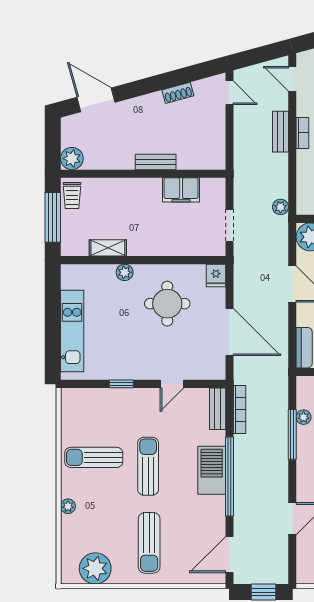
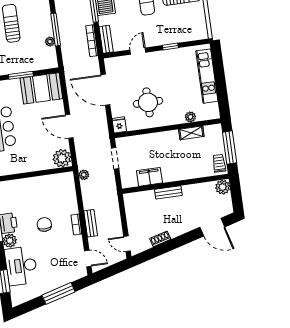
plant: (125, 272) -> (190, 117), moved

